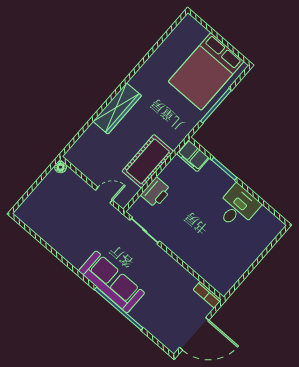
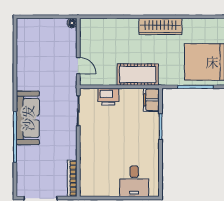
wardrobe: (117, 108) -> (160, 26), moved
cot: (148, 161) -> (138, 75), moved
desk: (237, 207) -> (134, 181), moved, turned 90
bookcase: (207, 295) -> (72, 178), width x1.56

